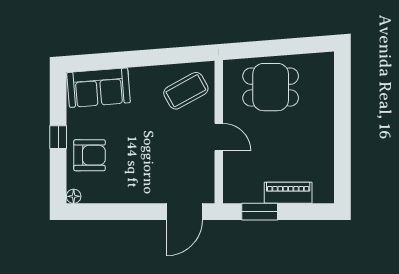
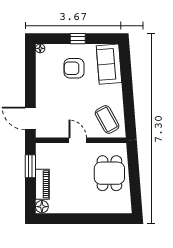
door: (219, 137) -> (78, 140), swing flipped
armchair: (89, 155) -> (74, 68), moved, turned 90
floor lamp: (323, 194) -> (42, 207), added

